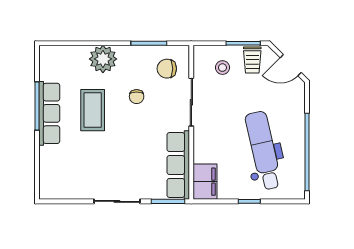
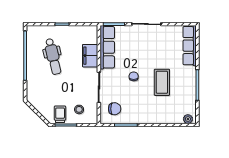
plant: (103, 59) -> (188, 119), moved, width x0.53, depth x0.53
door: (291, 65) -> (36, 111), removed
chair: (137, 97) -> (134, 76), moved
row of seats: (49, 113) -> (190, 46), moved
dental chair: (263, 151) -> (53, 56), width x0.73, depth x0.72
filing cabinet: (205, 182) -> (90, 56), moved

